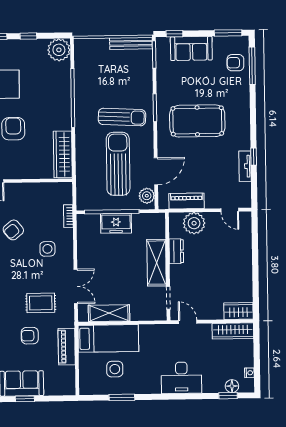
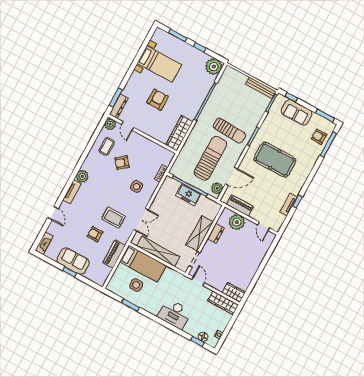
shelving: (109, 313) -> (158, 251), width x1.47

